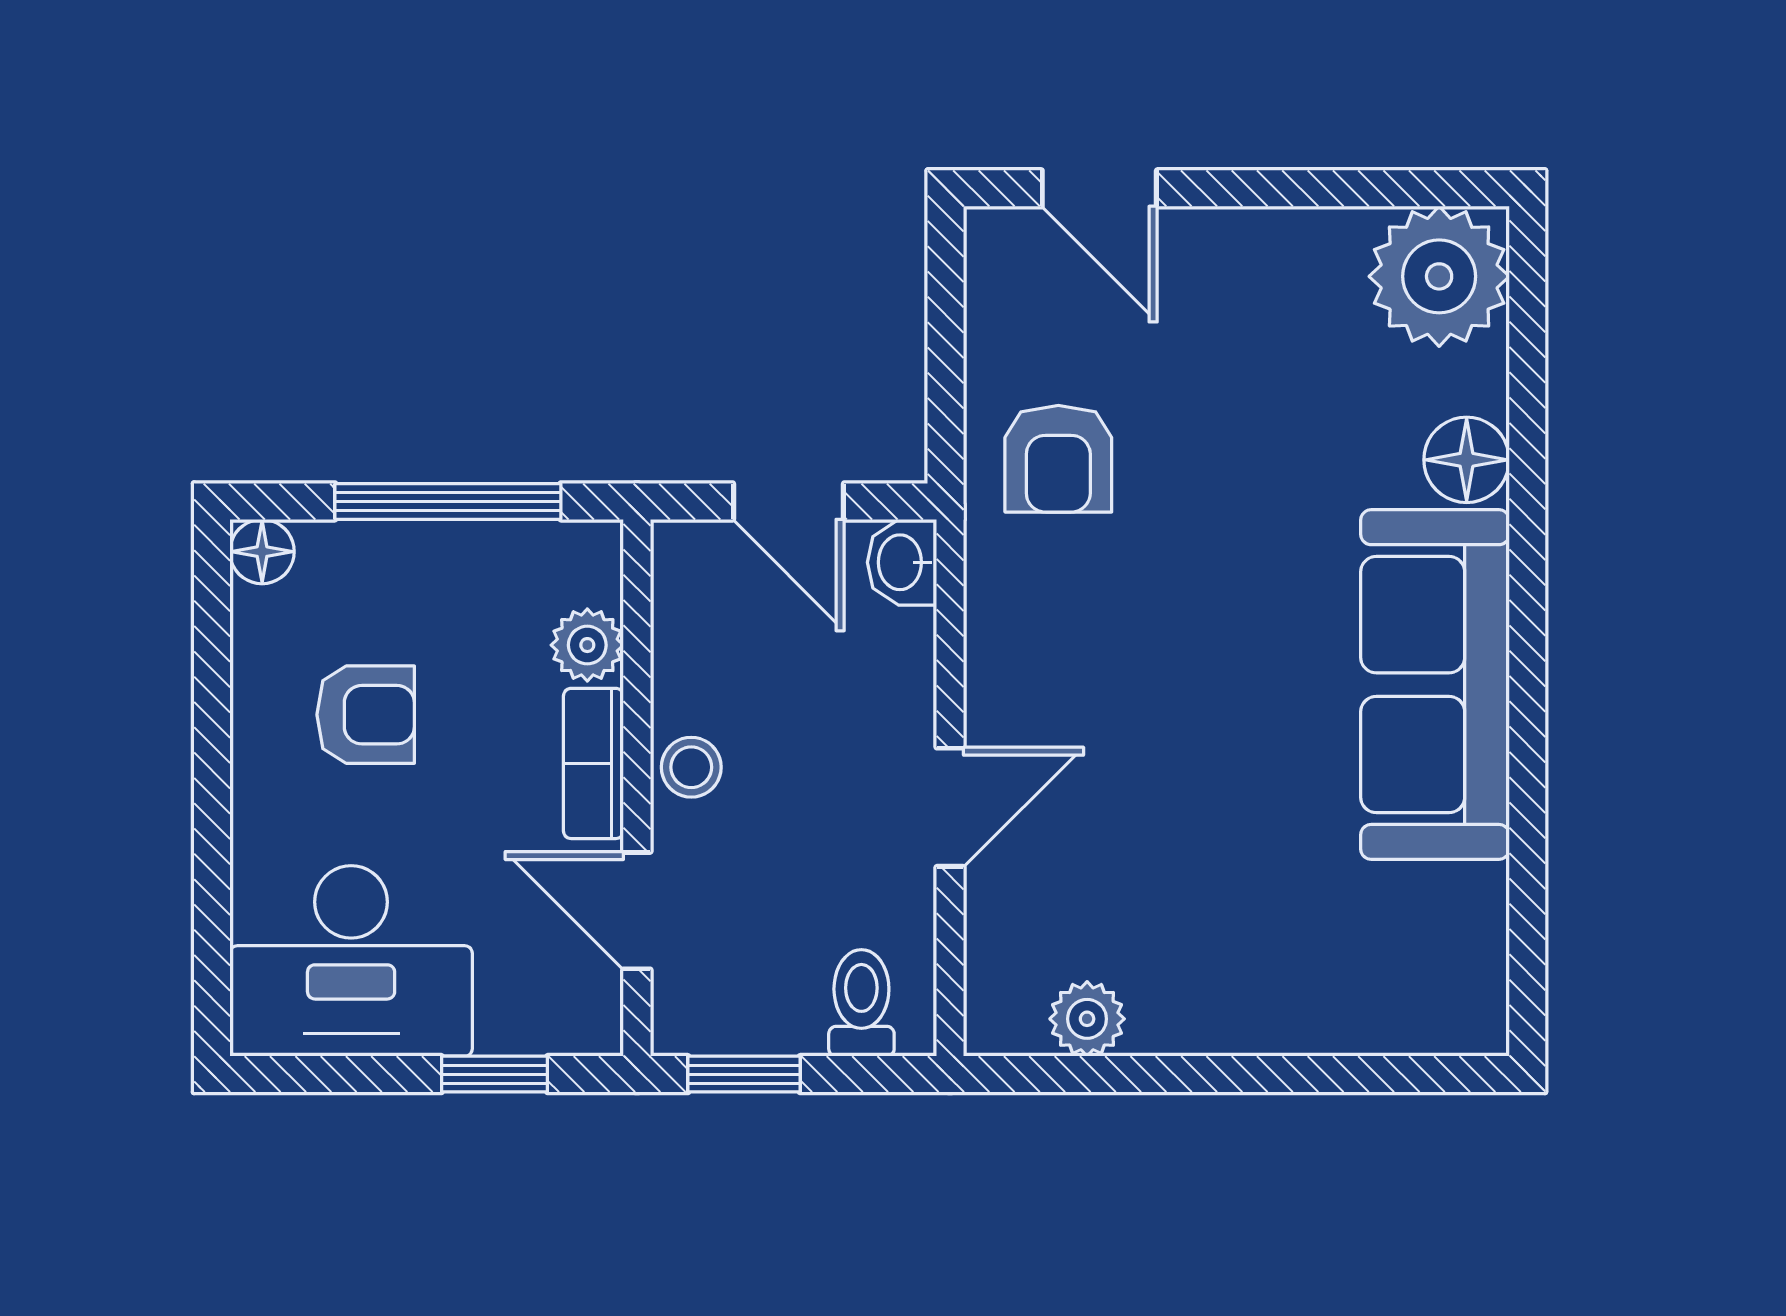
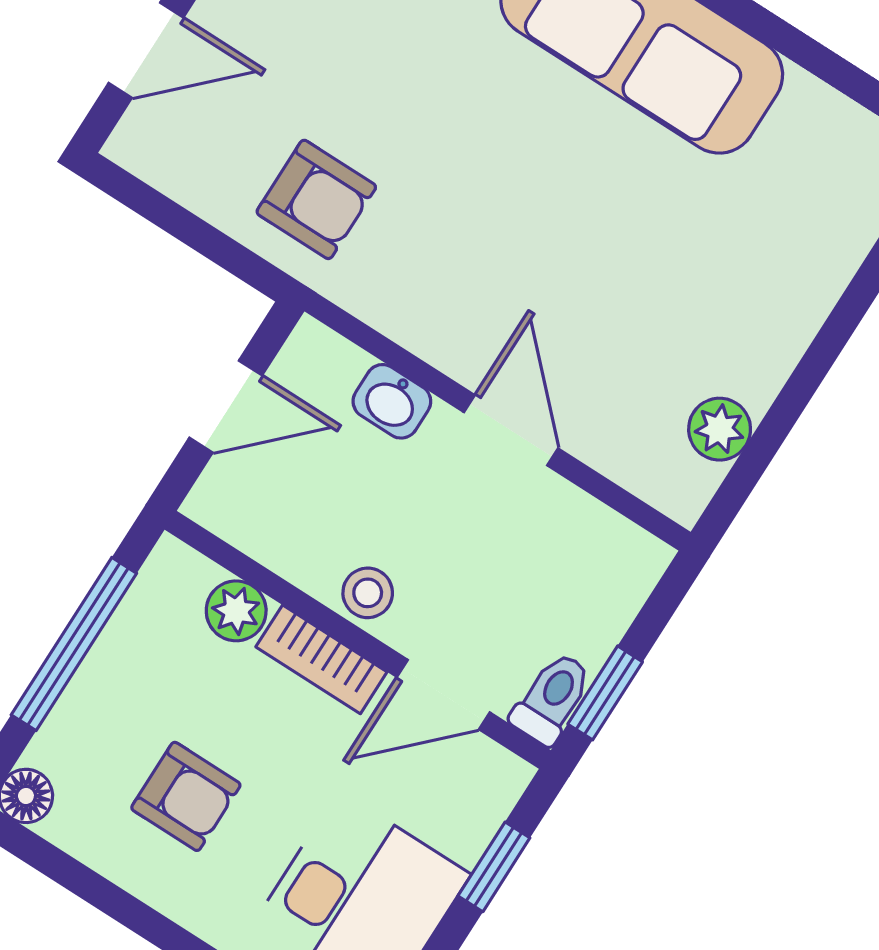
washbasin: (902, 562) -> (392, 401), moved
armchair: (366, 715) -> (186, 796), turned 90
toilet: (861, 1003) -> (552, 698), moved, turned 90

